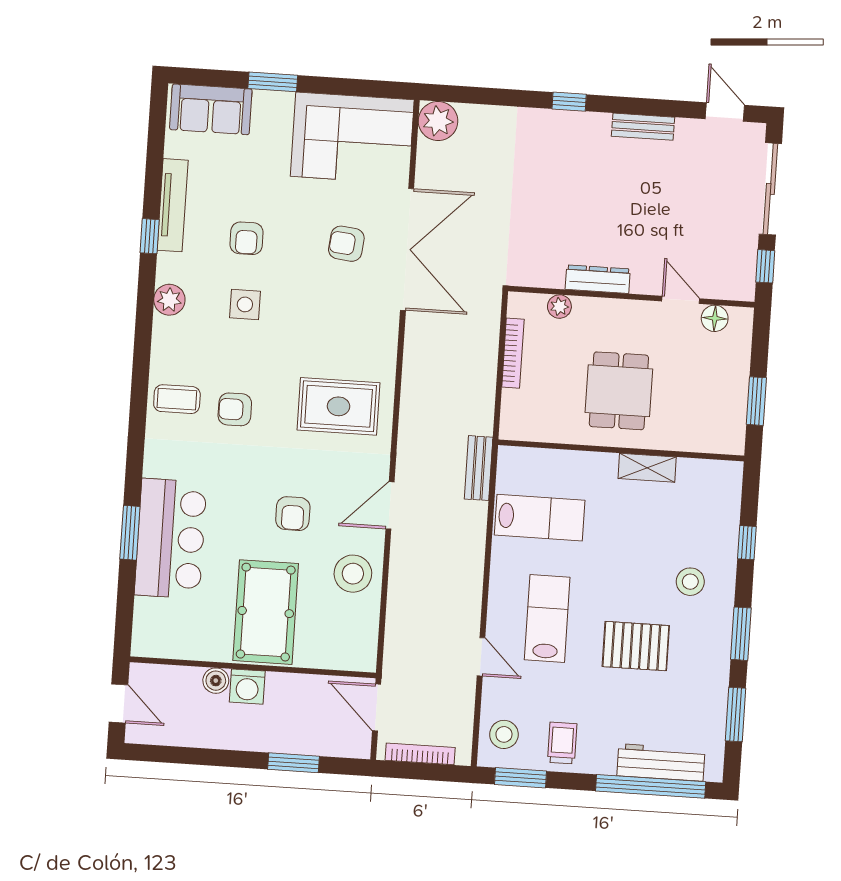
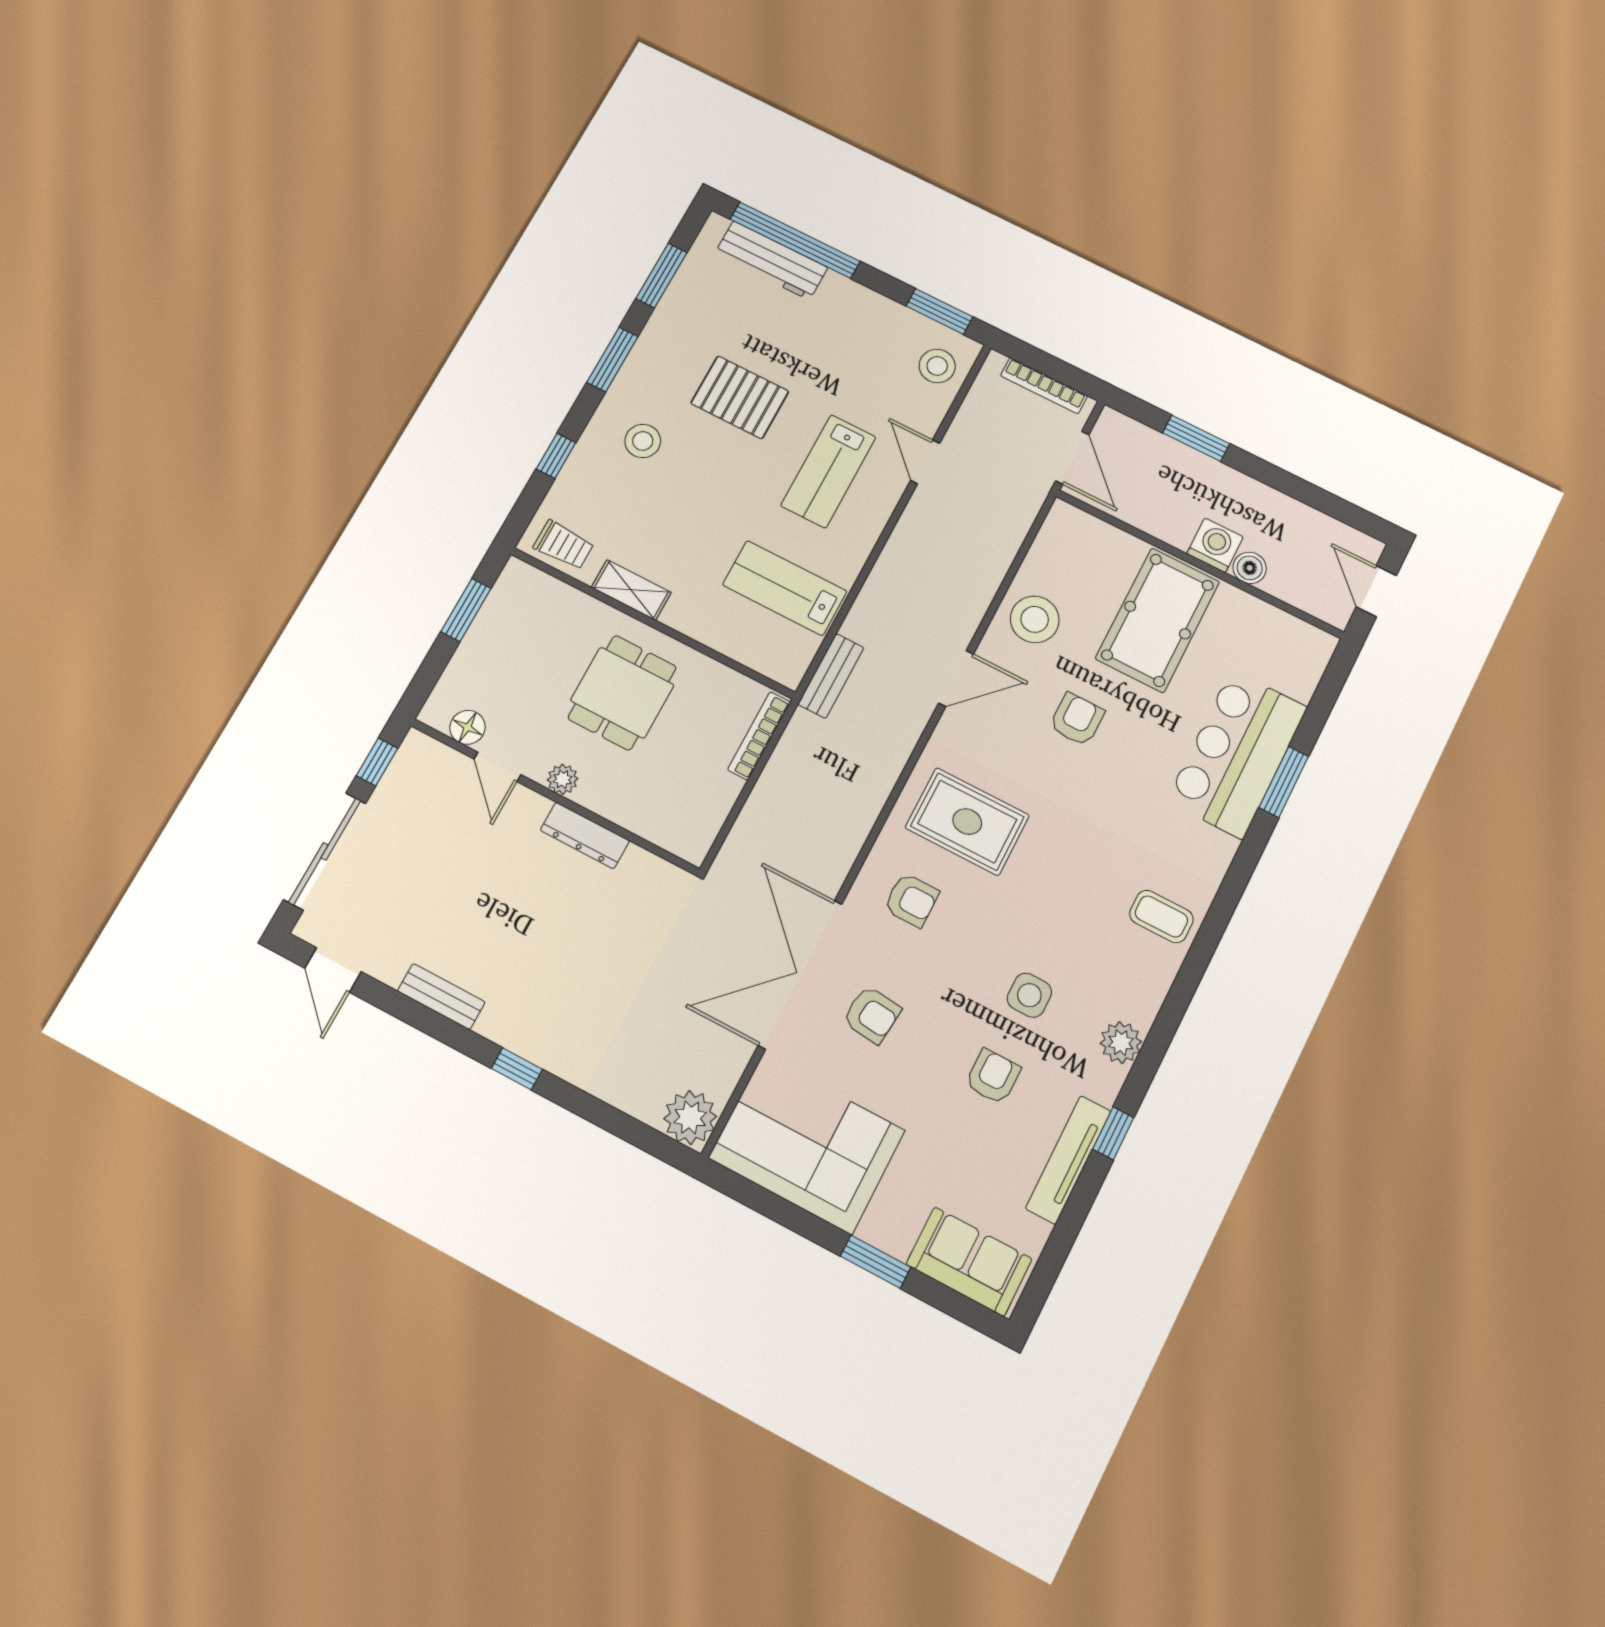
plant: (559, 307) -> (563, 779), moved
bookcase: (513, 353) -> (759, 736), moved
armchair: (235, 409) -> (911, 900), moved
trolley: (562, 743) -> (564, 545), moved, turned -90

